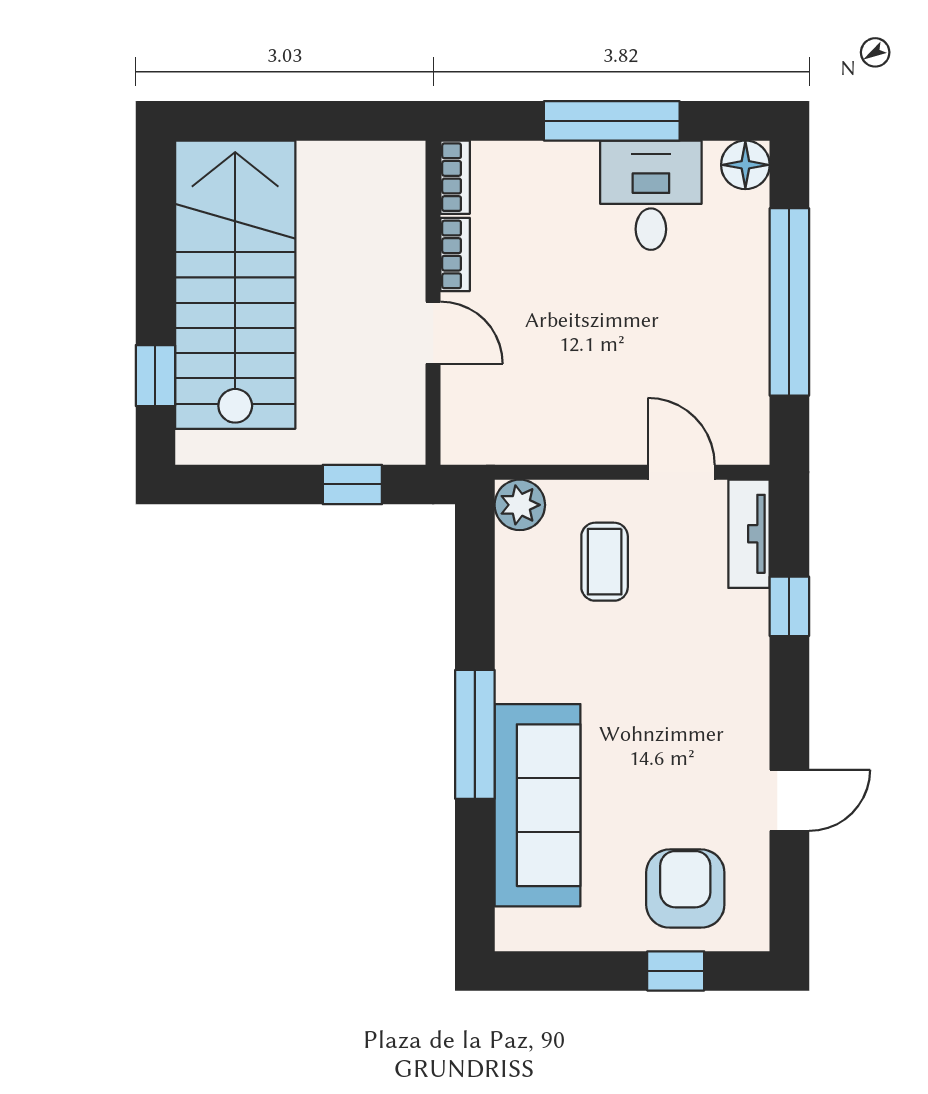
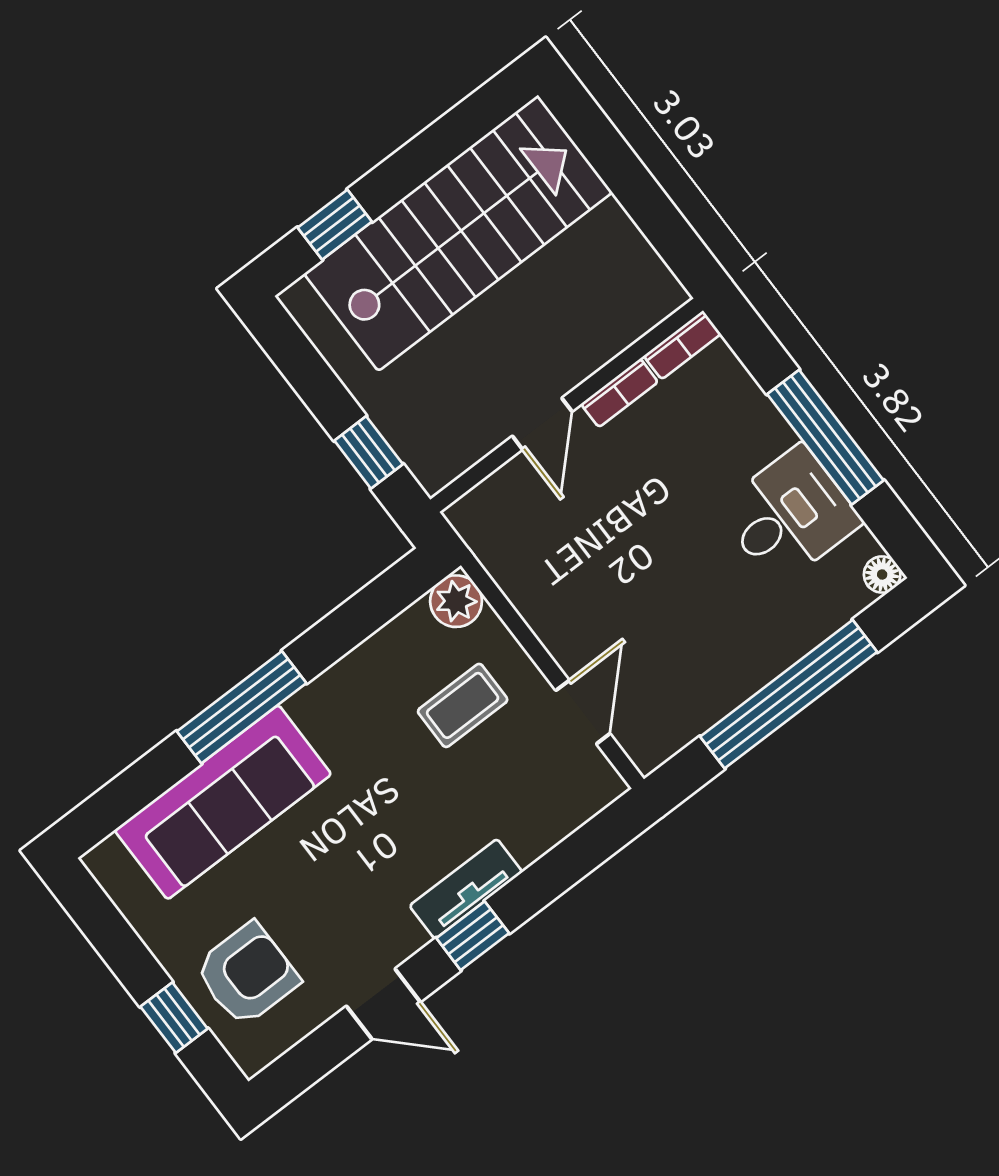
floor lamp: (745, 165) -> (882, 574), width x0.73, depth x0.73
tv unit: (749, 534) -> (466, 889), moved
window: (789, 606) -> (473, 936), moved

